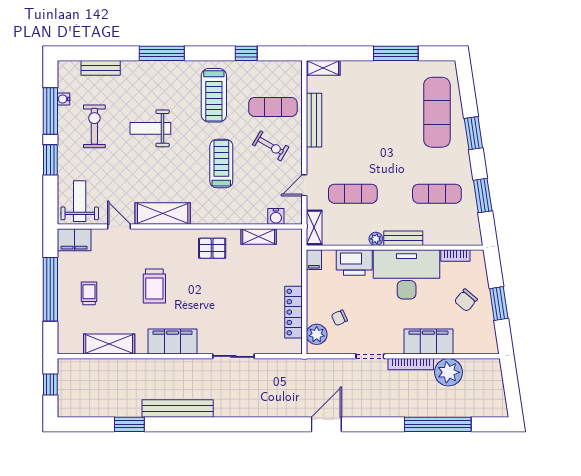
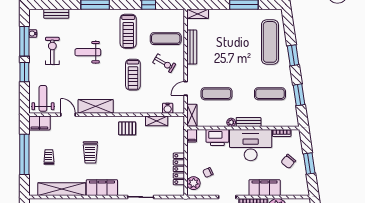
treadmill: (221, 164) -> (133, 75), turned 180
shelving: (109, 344) -> (62, 189), width x1.47

